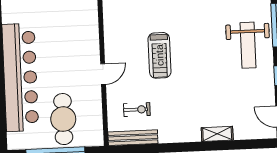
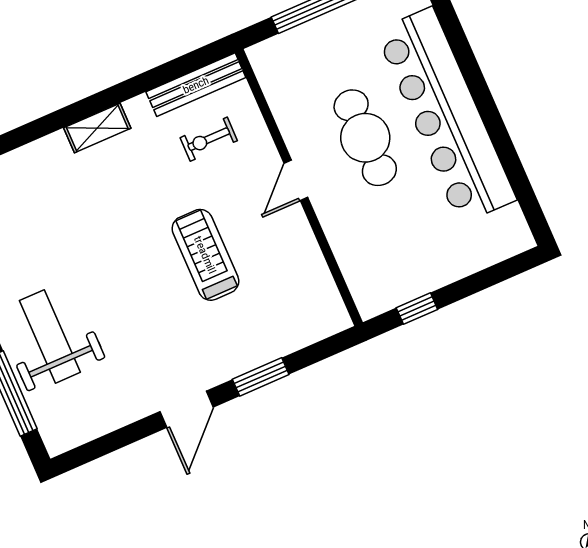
cafe table: (63, 119) -> (365, 138), moved
shelving: (217, 134) -> (97, 128), moved

